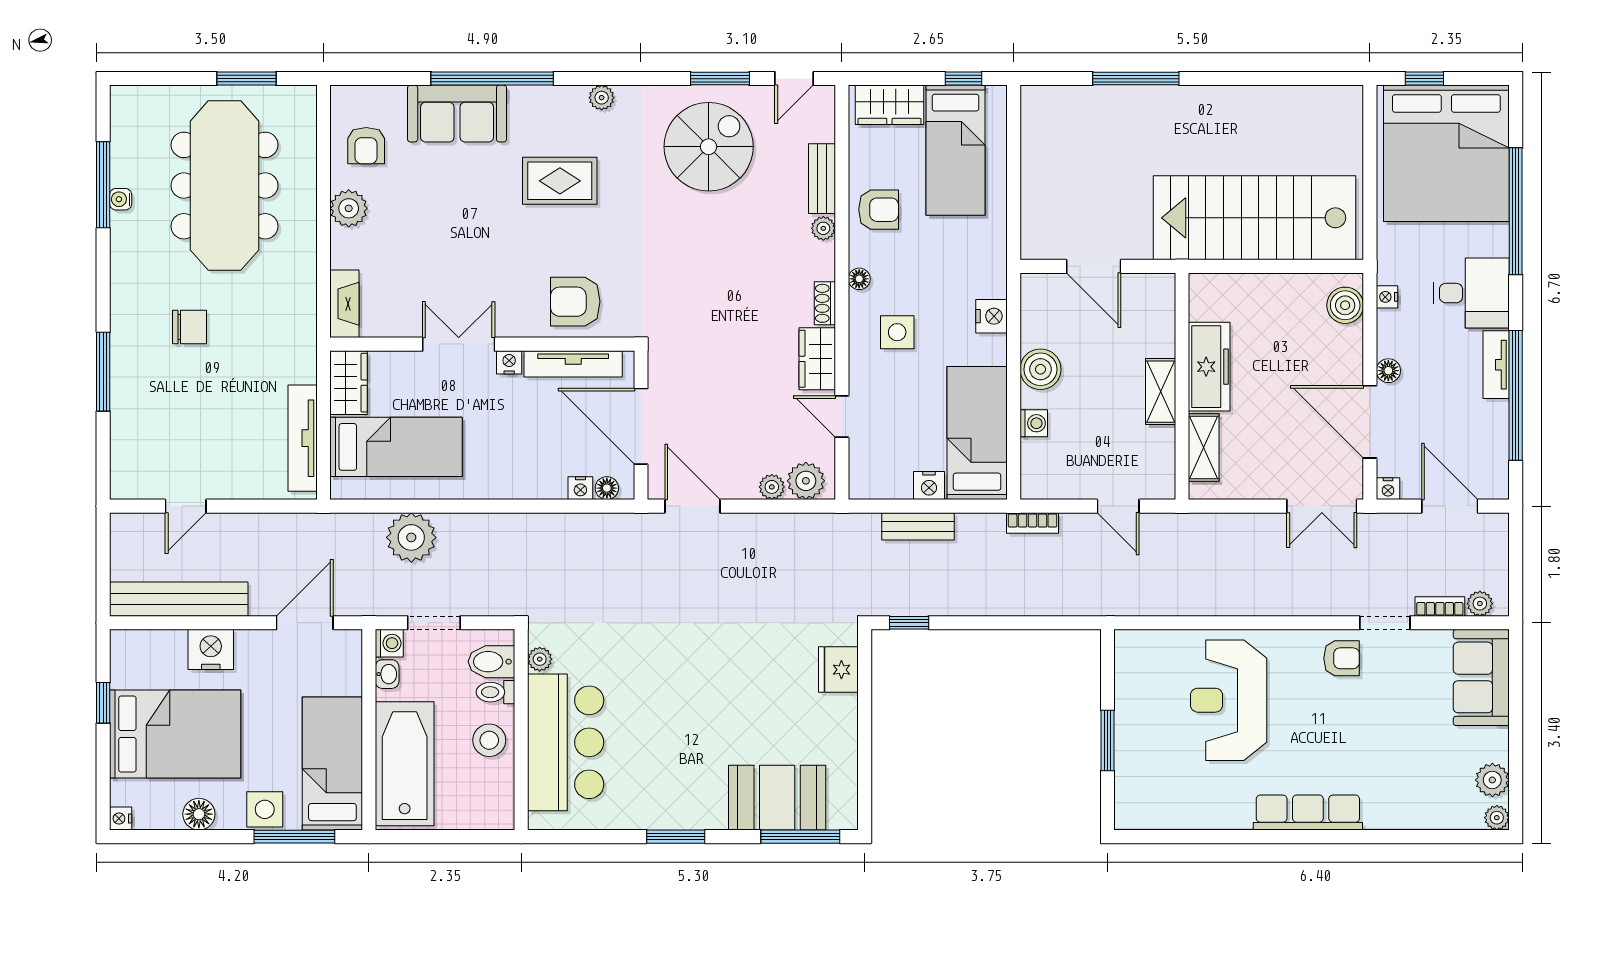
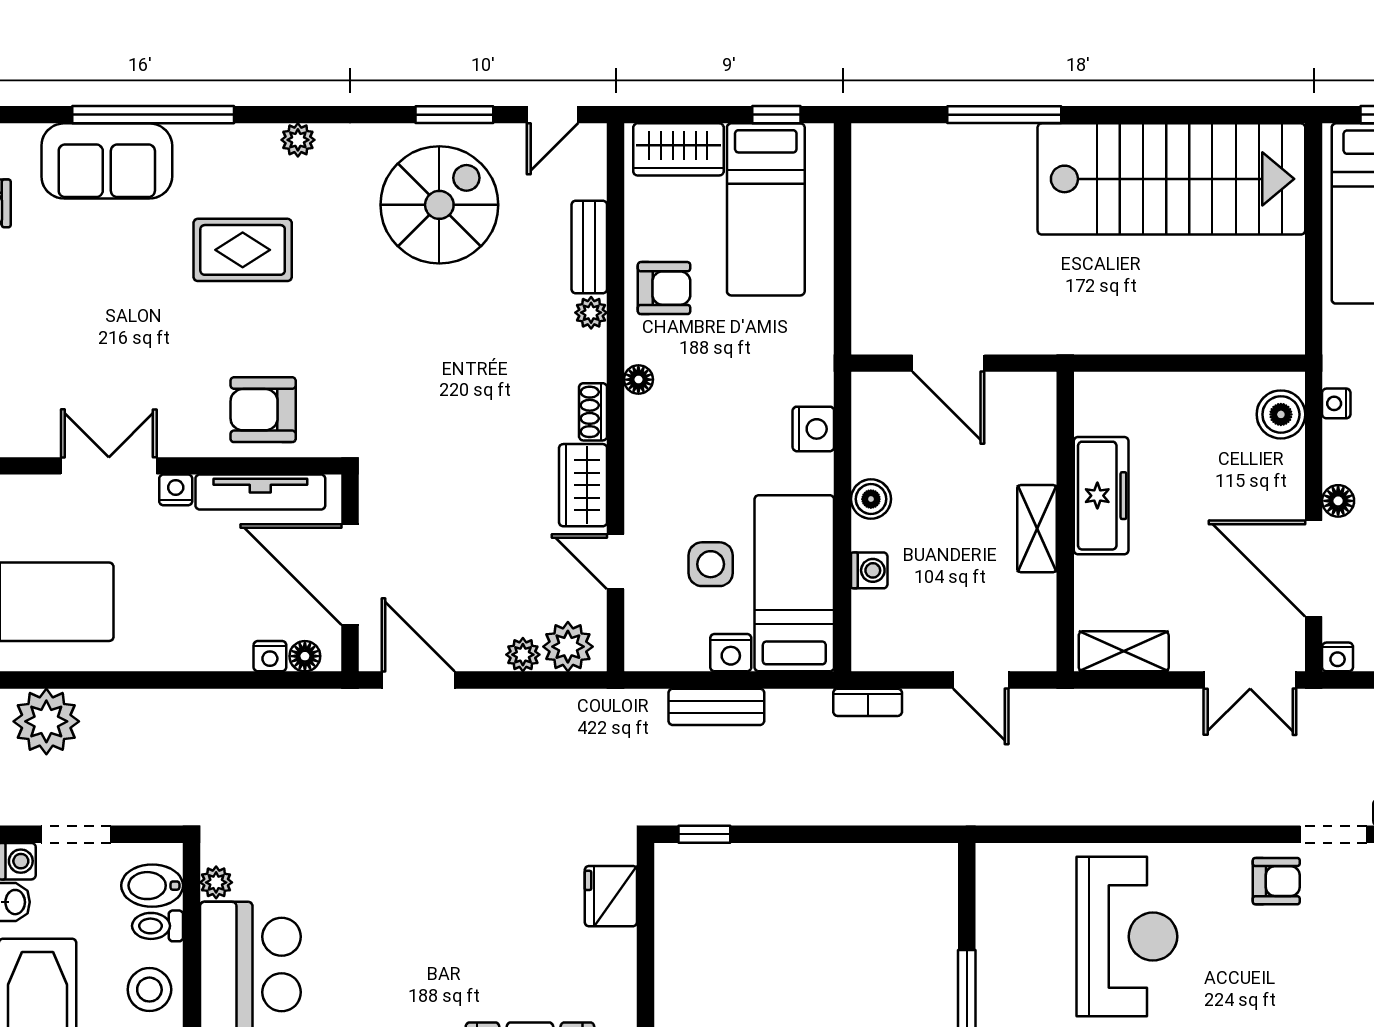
stairs: (1254, 218) -> (1171, 179), moved, turned 180
side table: (897, 332) -> (711, 564), moved
boiler: (1040, 369) -> (871, 499), width x0.73, depth x0.73
shelving: (1204, 448) -> (1124, 651), moved, turned 90
reception desk: (1229, 700) -> (1127, 937), turned 180

